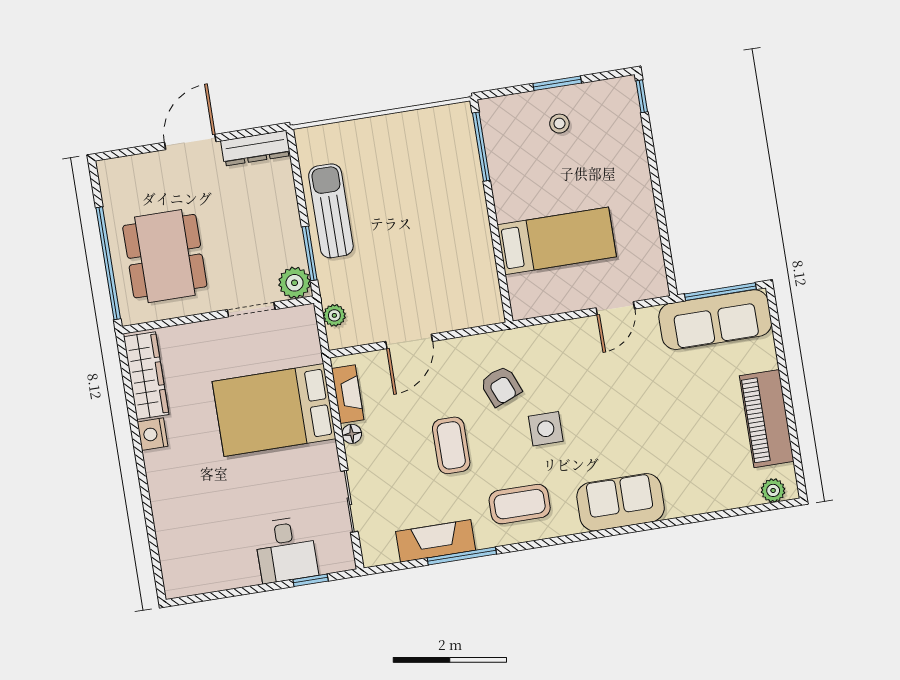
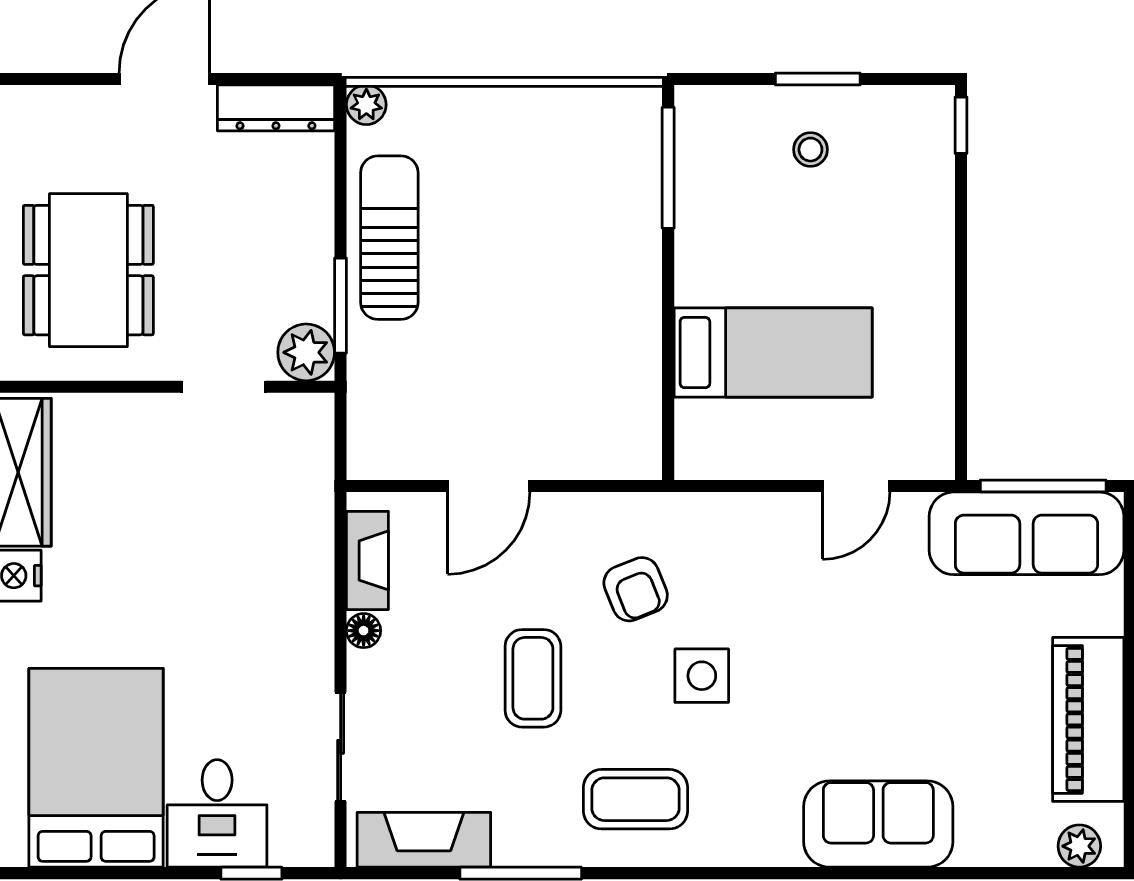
plant: (334, 315) -> (366, 105), moved
bed: (274, 410) -> (96, 768), moved, turned 90
sofa: (621, 502) -> (878, 824), moved
fireplace: (436, 541) -> (424, 840), moved

